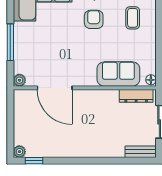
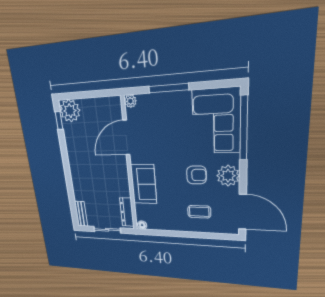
sofa: (118, 74) -> (144, 184), moved
plant: (19, 152) -> (70, 111), width x1.87, depth x1.87

